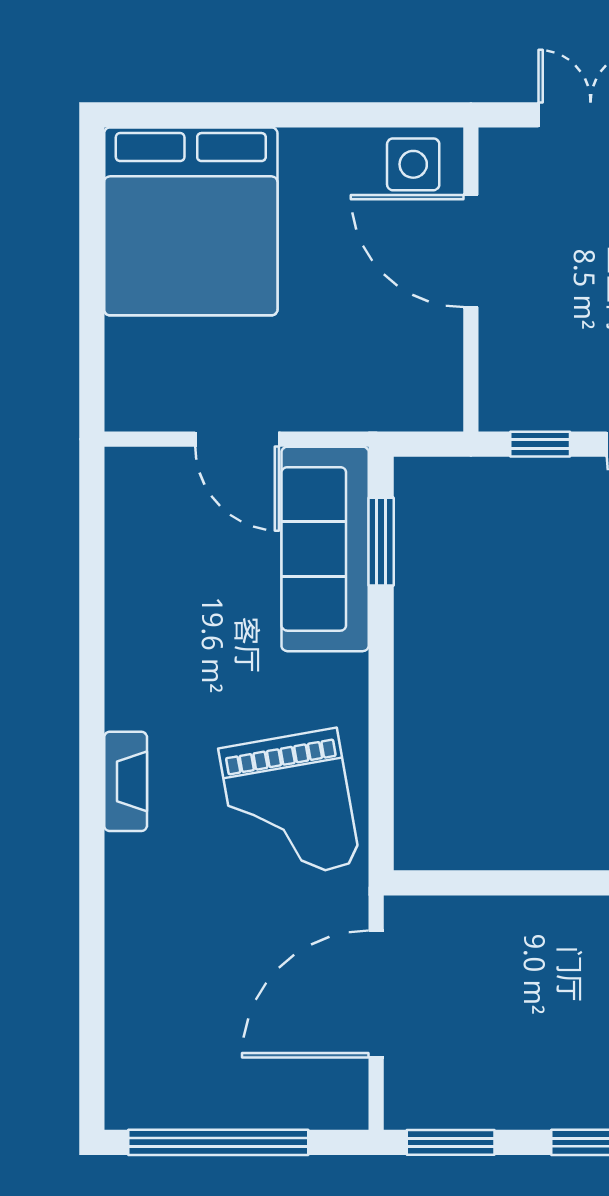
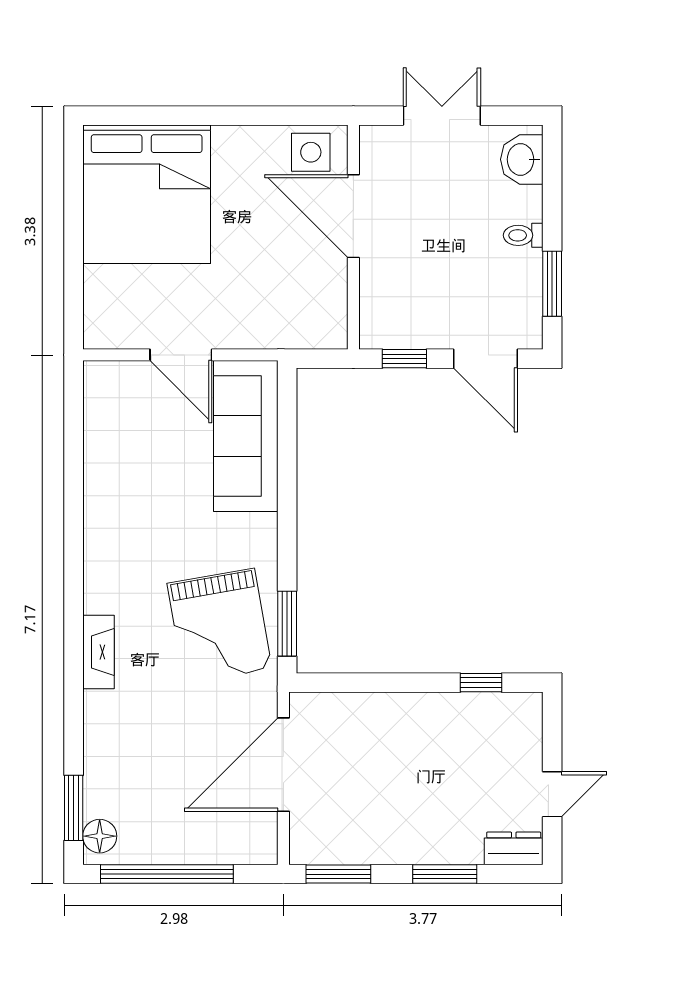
window: (381, 542) -> (287, 624), moved
fireplace: (126, 781) -> (98, 652), moved
window: (92, 1053) -> (74, 808), added
floor lamp: (127, 1091) -> (100, 836), added

